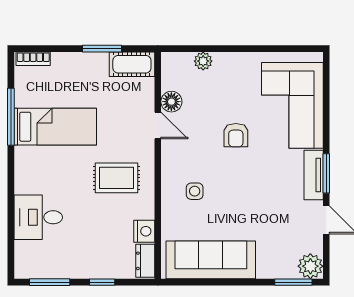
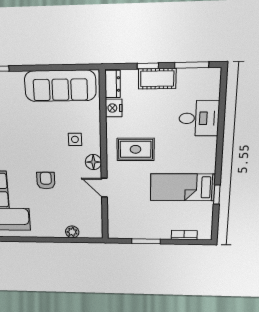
bookcase: (33, 59) -> (184, 235), moved
cot: (132, 64) -> (157, 79), moved
floor lamp: (171, 102) -> (93, 162), moved
window: (11, 117) -> (217, 195), width x0.46

